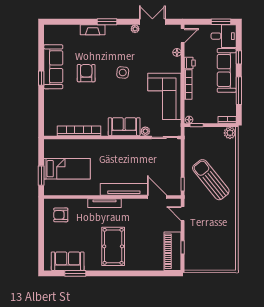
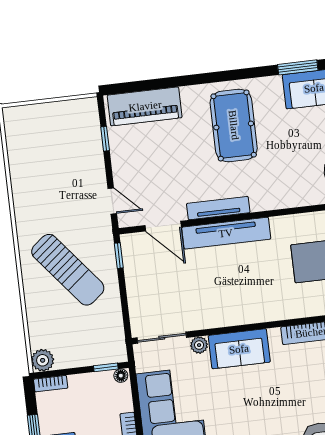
tv unit: (104, 203) -> (218, 208), moved
piano: (173, 251) -> (145, 106), moved, turned 90

